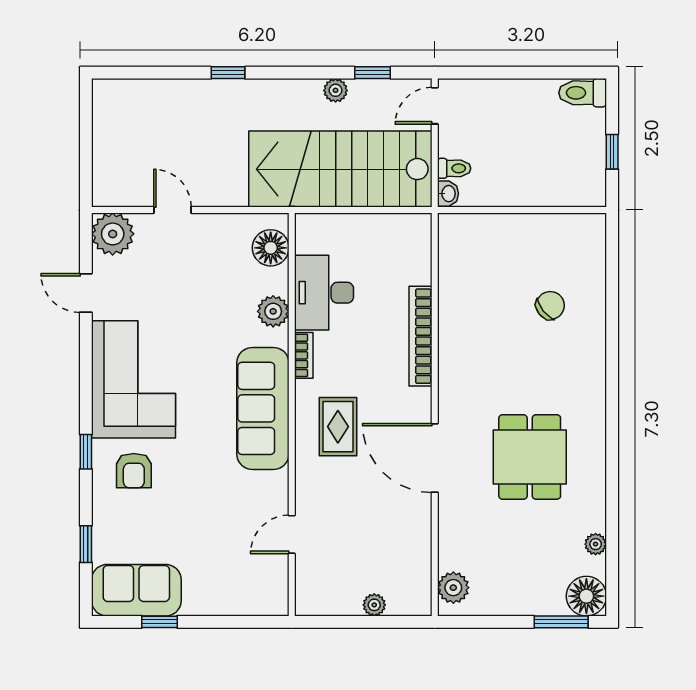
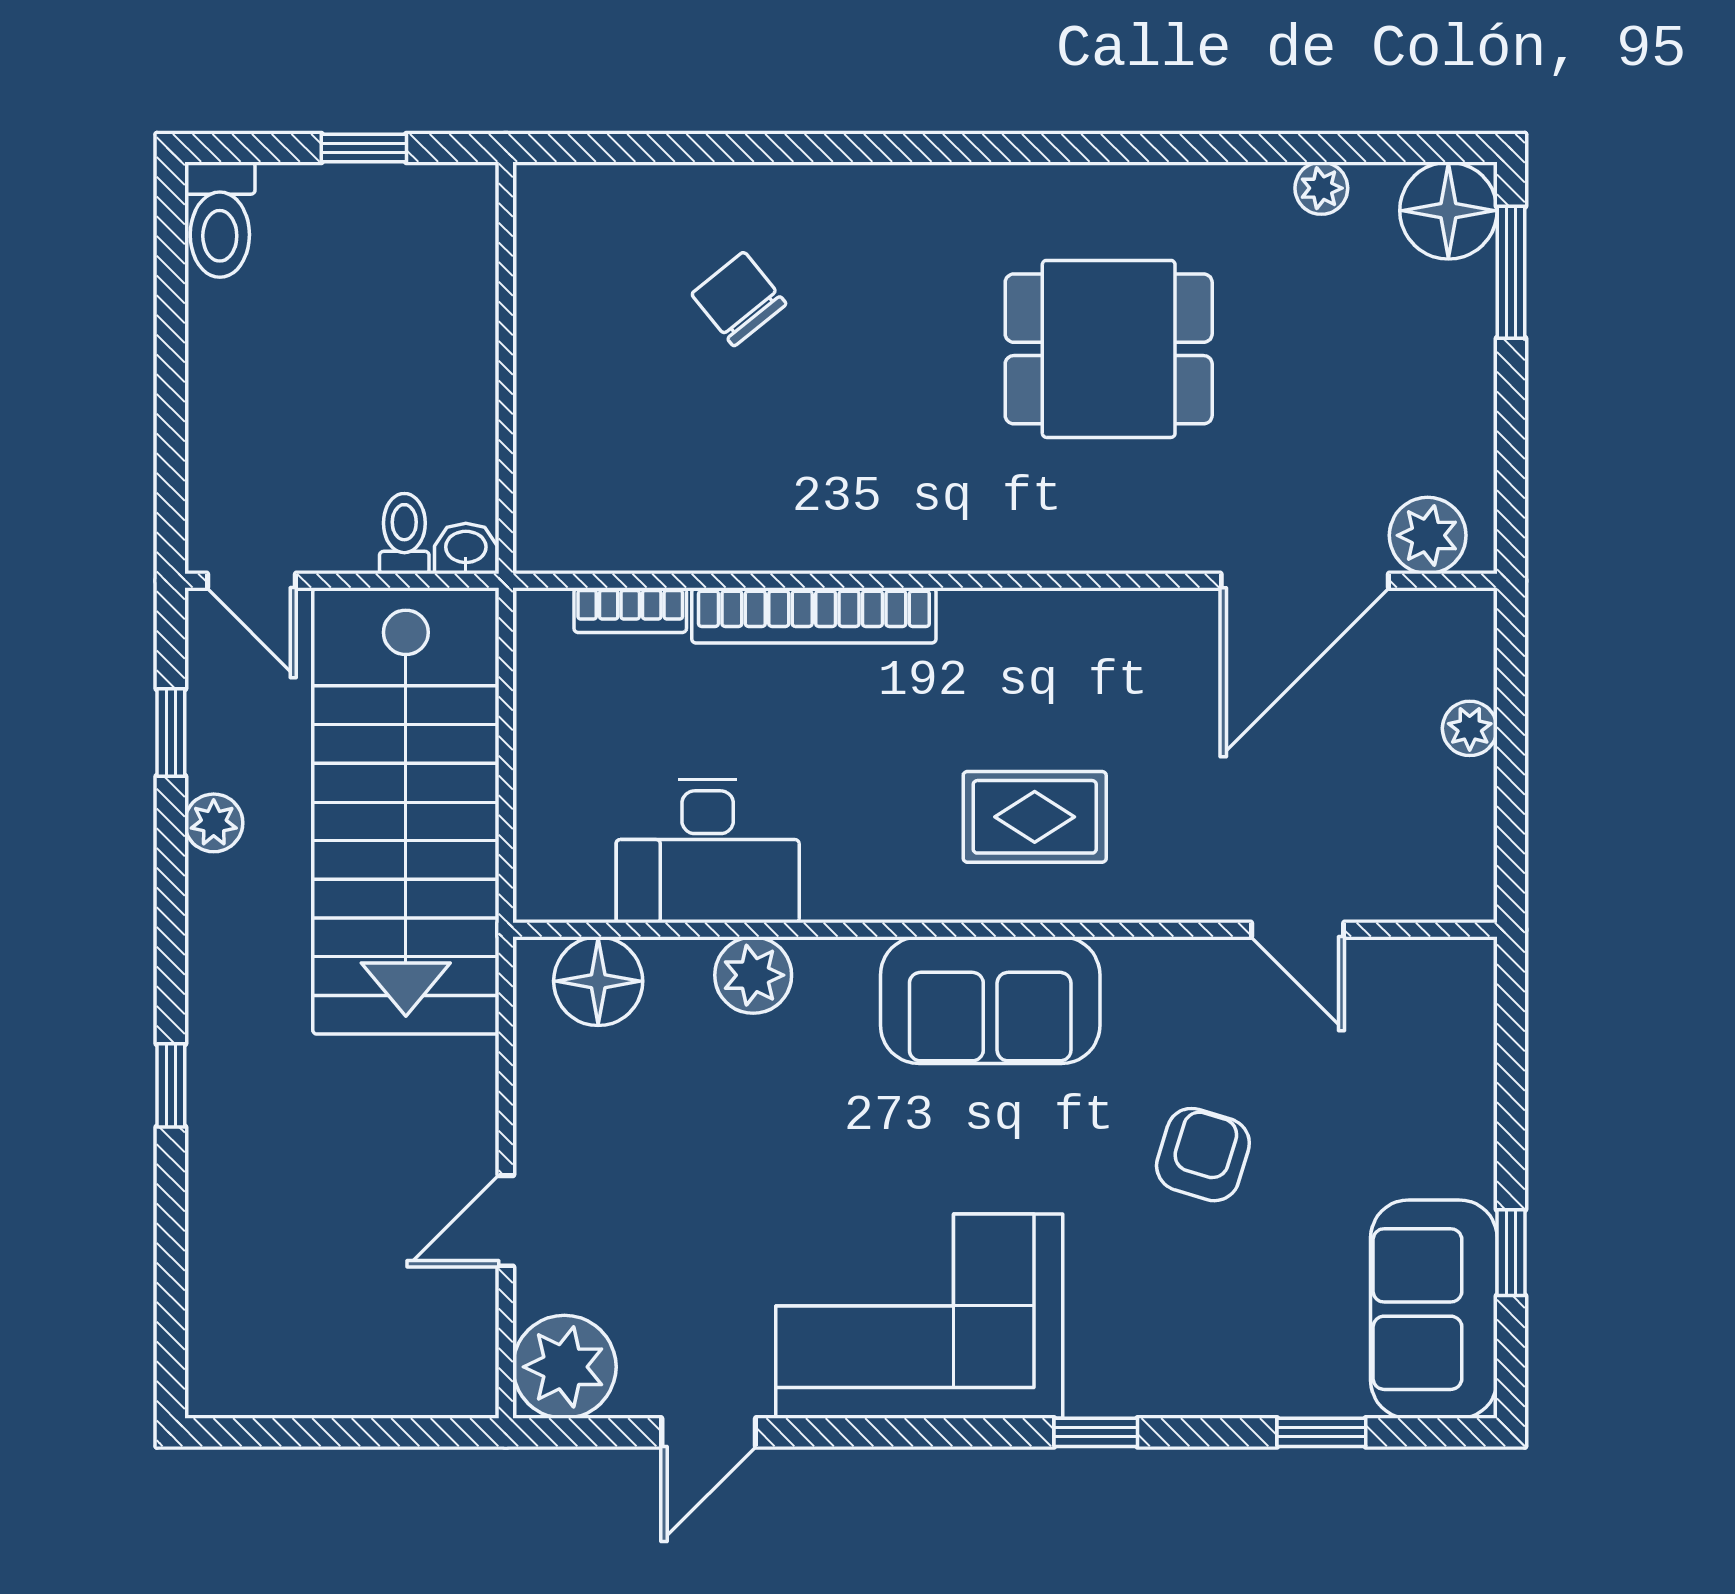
bookcase: (304, 355) -> (630, 610), moved, turned 180
sofa: (263, 408) -> (990, 1000), width x0.73
door: (435, 458) -> (1305, 581), moved
armchair: (134, 471) -> (1203, 1155), moved, turned -73

